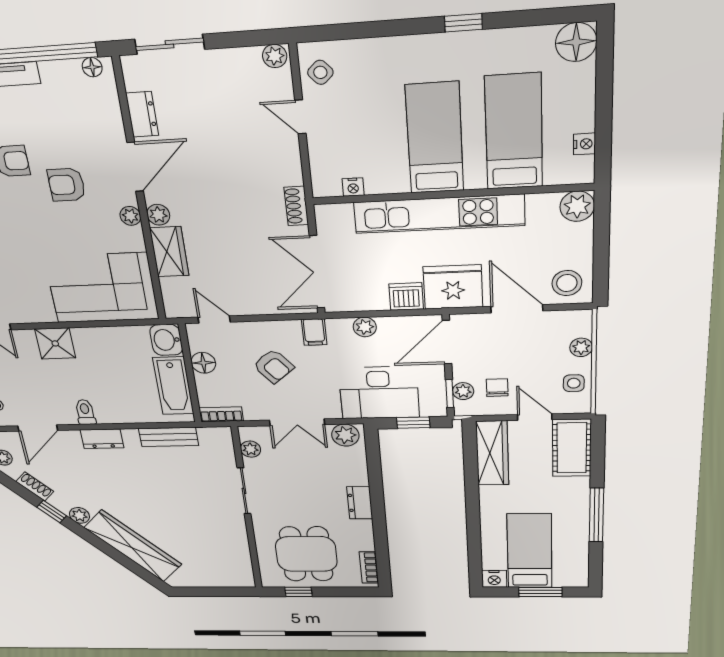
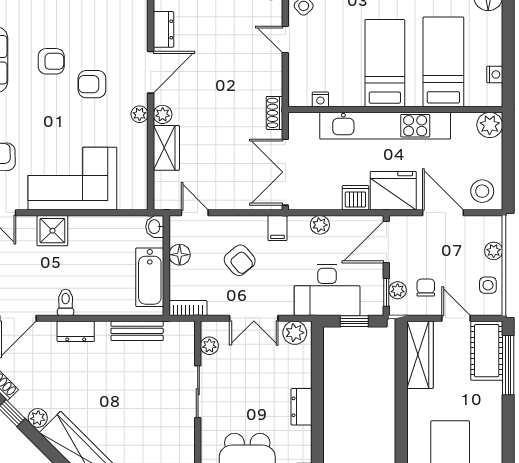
corner sofa: (102, 288) -> (72, 179), moved
washbasin: (166, 340) -> (155, 227), width x0.72, depth x0.69
window: (596, 515) -> (508, 365), moved

